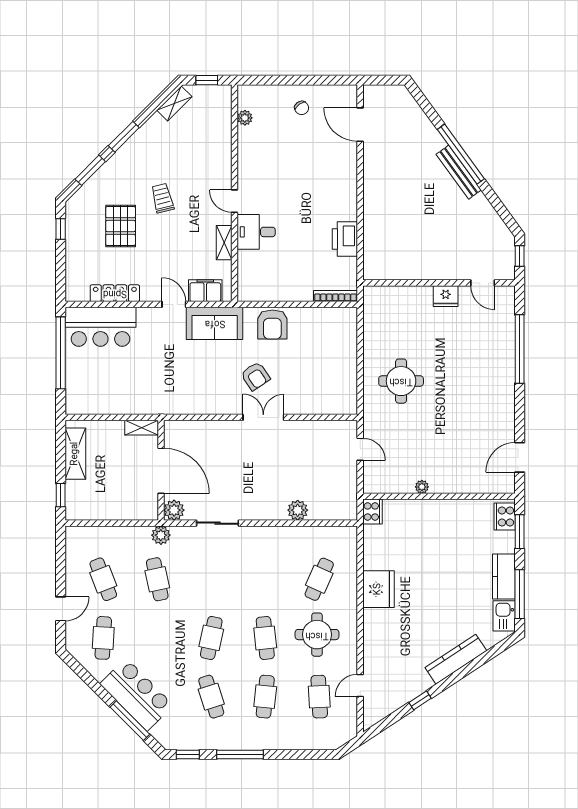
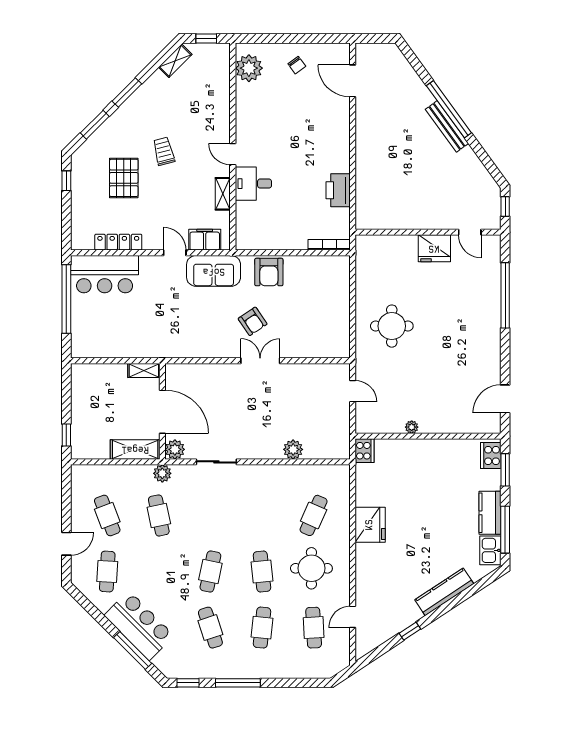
plant: (245, 118) -> (249, 68), width x1.87, depth x1.87
fridge: (446, 296) -> (434, 248), width x1.36, depth x1.34
shelving: (75, 454) -> (135, 449), moved, turned 90

